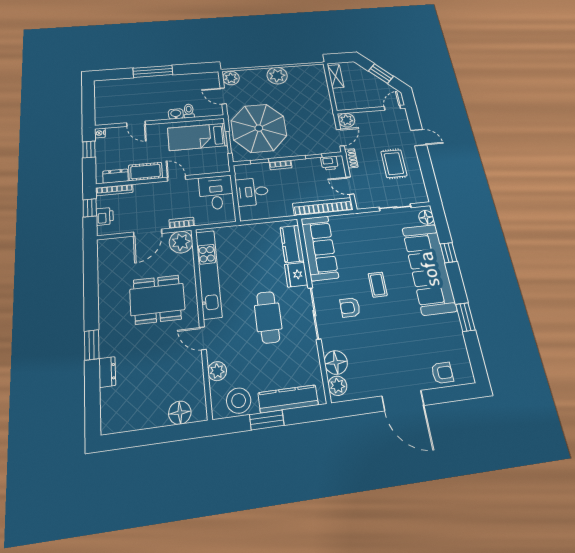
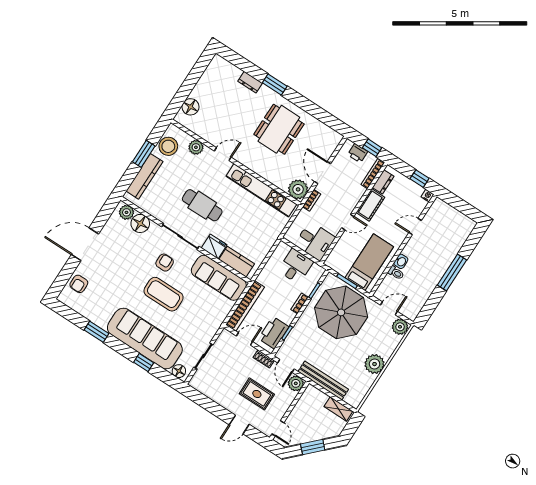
bench: (325, 102) -> (323, 380), added
printer: (329, 163) -> (274, 333), width x1.87, depth x1.48
rug: (394, 164) -> (257, 394), moved
coffee table: (378, 285) -> (164, 294), width x1.86, depth x1.72
dining table: (157, 299) -> (279, 129), moved

